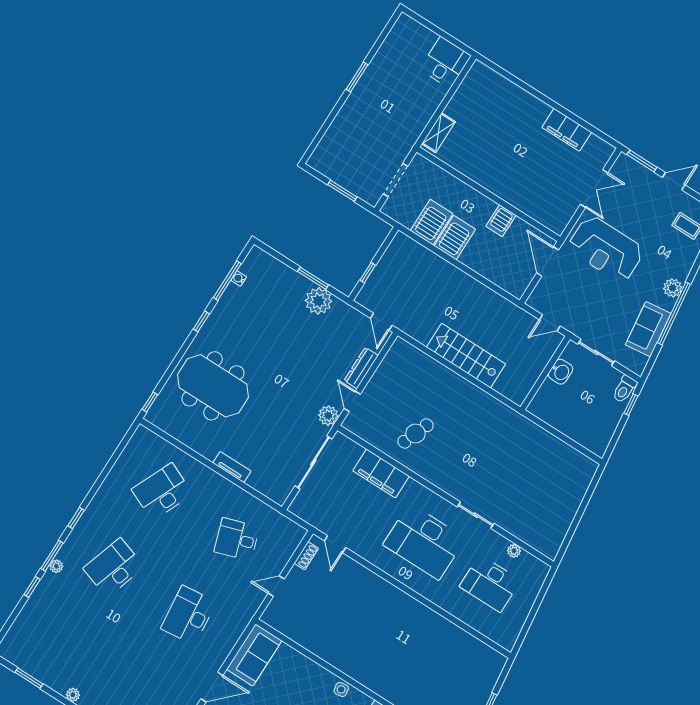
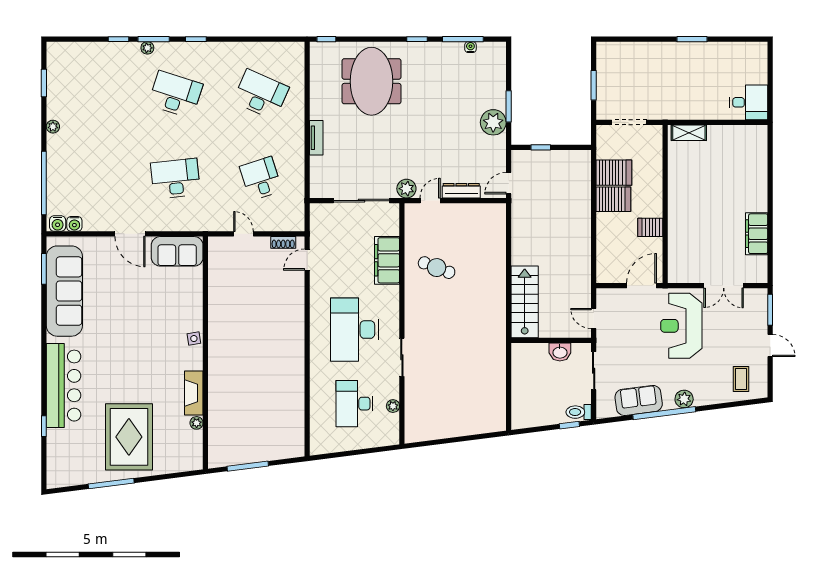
stairs: (466, 356) -> (525, 302), moved

